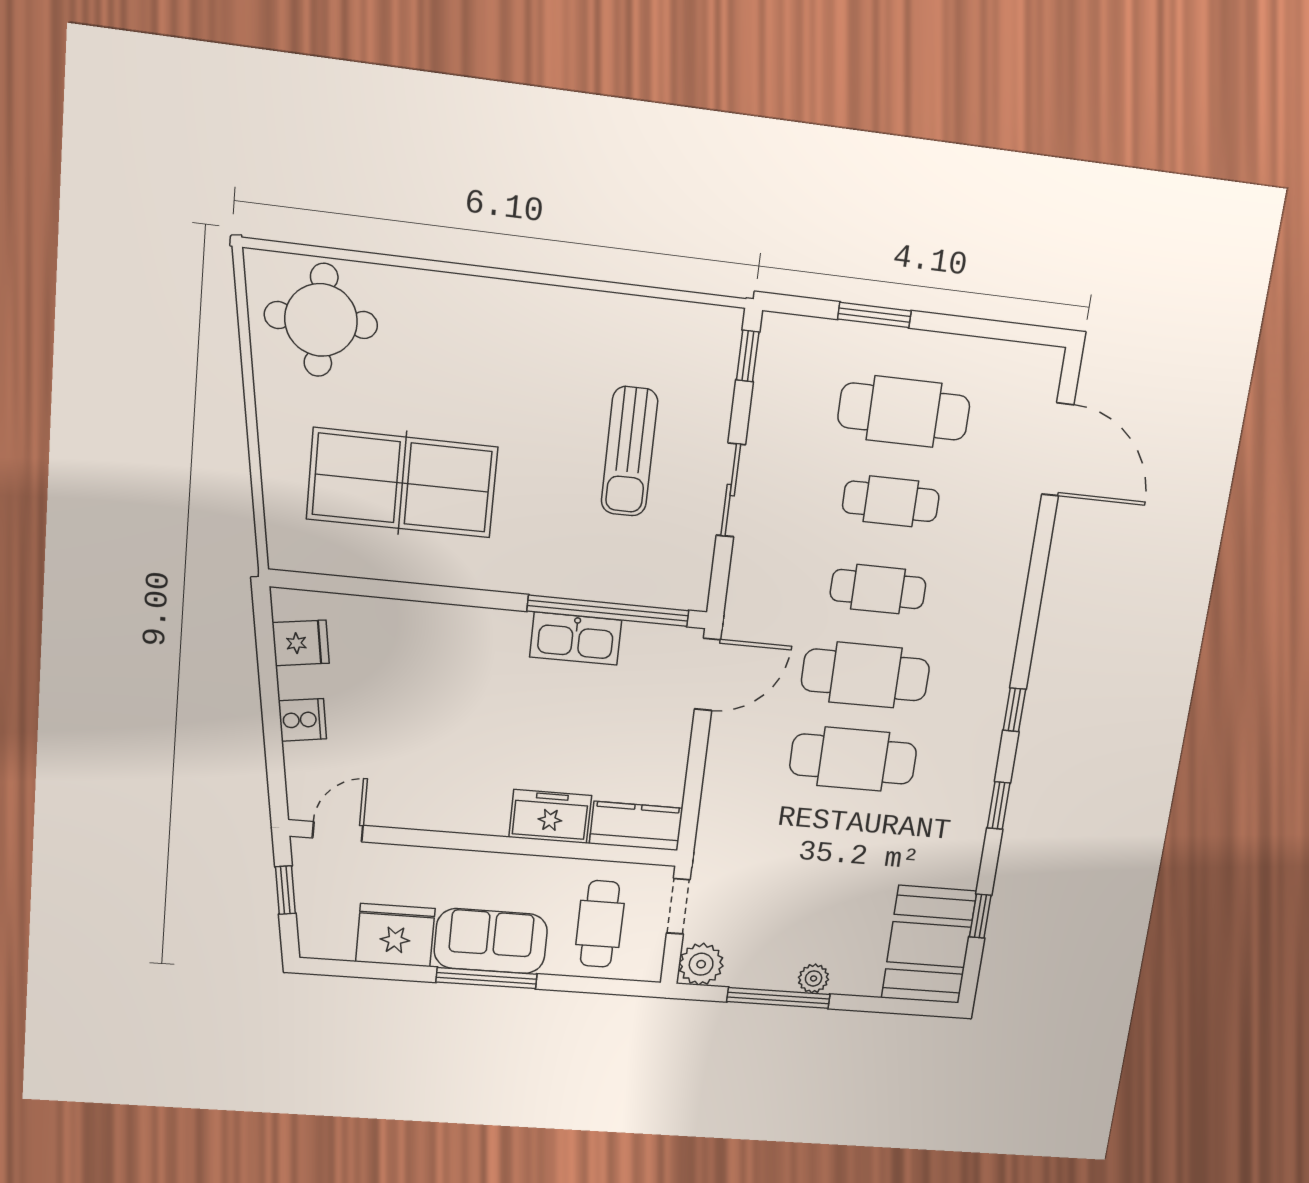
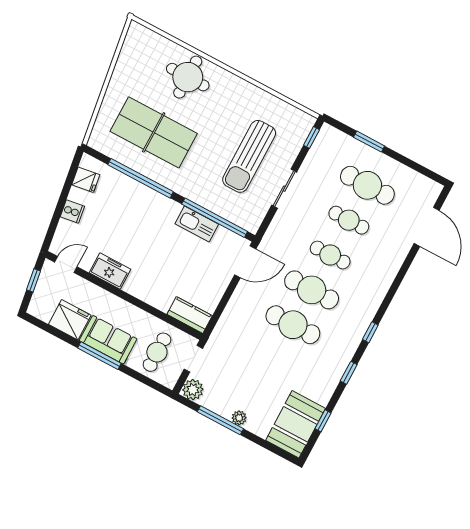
round table: (321, 320) -> (188, 77), moved
sun lounger: (629, 452) -> (249, 156), width x1.36, depth x1.34
window: (416, 592) -> (141, 178), added
freezer: (550, 816) -> (110, 271), moved

